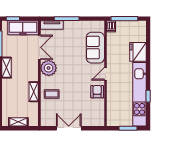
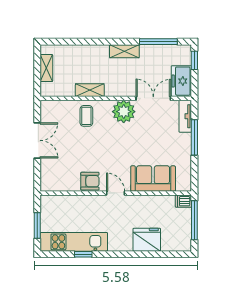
freezer: (23, 28) -> (181, 81), width x0.71
double door: (39, 47) -> (153, 98), swing flipped
kitchen unit: (139, 94) -> (74, 242), width x0.73

